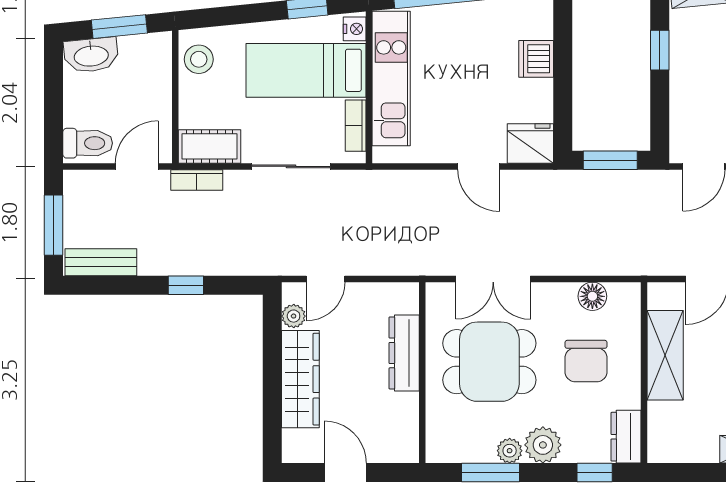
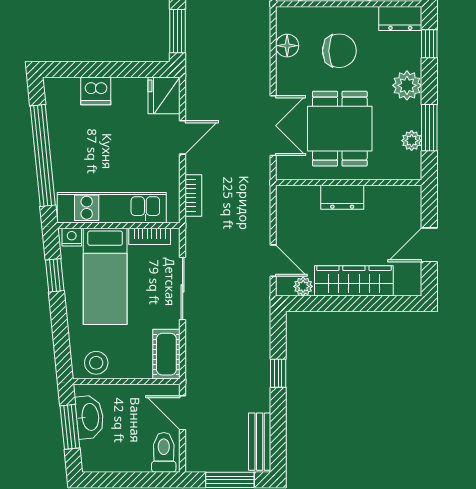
washbasin: (91, 55) -> (90, 417), moved
bookcase: (197, 180) -> (193, 196), moved
dresser: (404, 353) -> (342, 197), width x0.70
plant: (510, 451) -> (412, 141), moved

